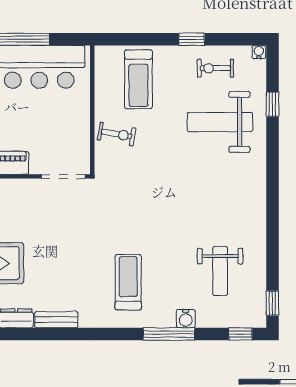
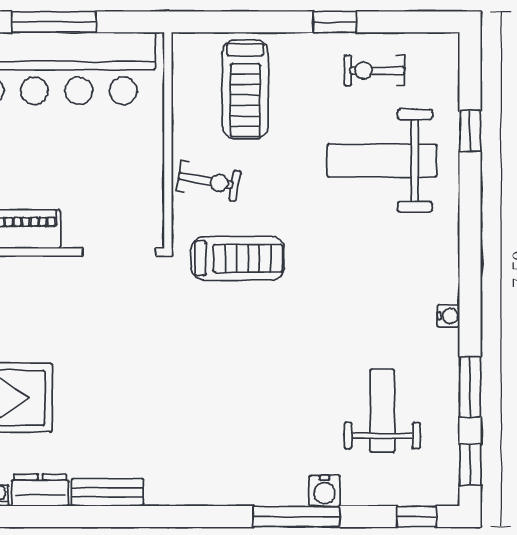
water cooler: (259, 52) -> (449, 316), moved, turned 90
window: (272, 257) -> (470, 387), added
weight bench: (220, 271) -> (382, 411), turned 180
treadmill: (128, 282) -> (238, 258), moved, turned 90

